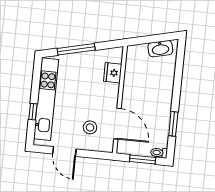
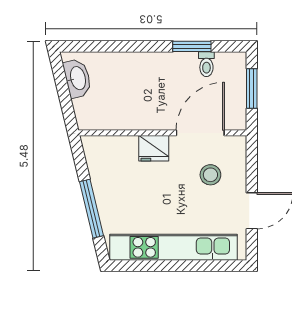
fridge: (113, 73) -> (154, 148), moved
window: (33, 112) -> (195, 266), removed
toilet: (159, 153) -> (206, 64), moved

